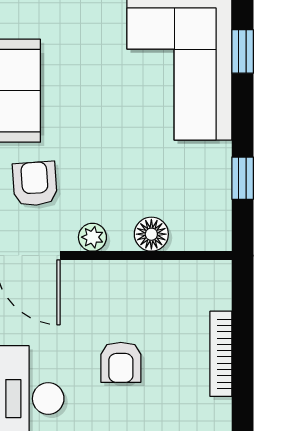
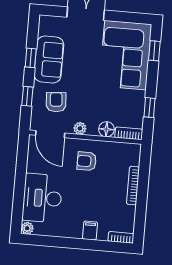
bookcase: (202, 239) -> (129, 133), added
armchair: (121, 362) -> (87, 161), moved, turned 90

